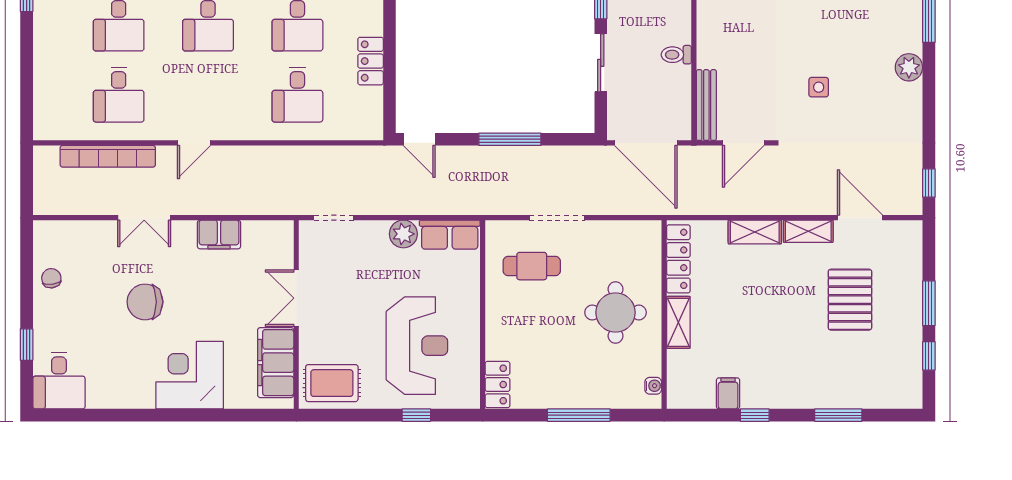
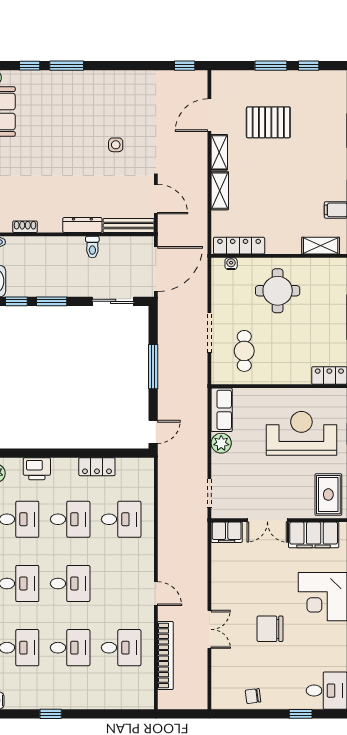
dresser: (707, 41) -> (82, 225), added
sliding door: (601, 63) -> (113, 301), moved
plant: (909, 67) -> (101, 80), removed
filing cabinet: (219, 234) -> (227, 532), moved, turned 90
chair: (145, 302) -> (270, 629), turned 90
shelving: (678, 322) -> (321, 246), moved
water cooler: (653, 386) -> (231, 264), moved

